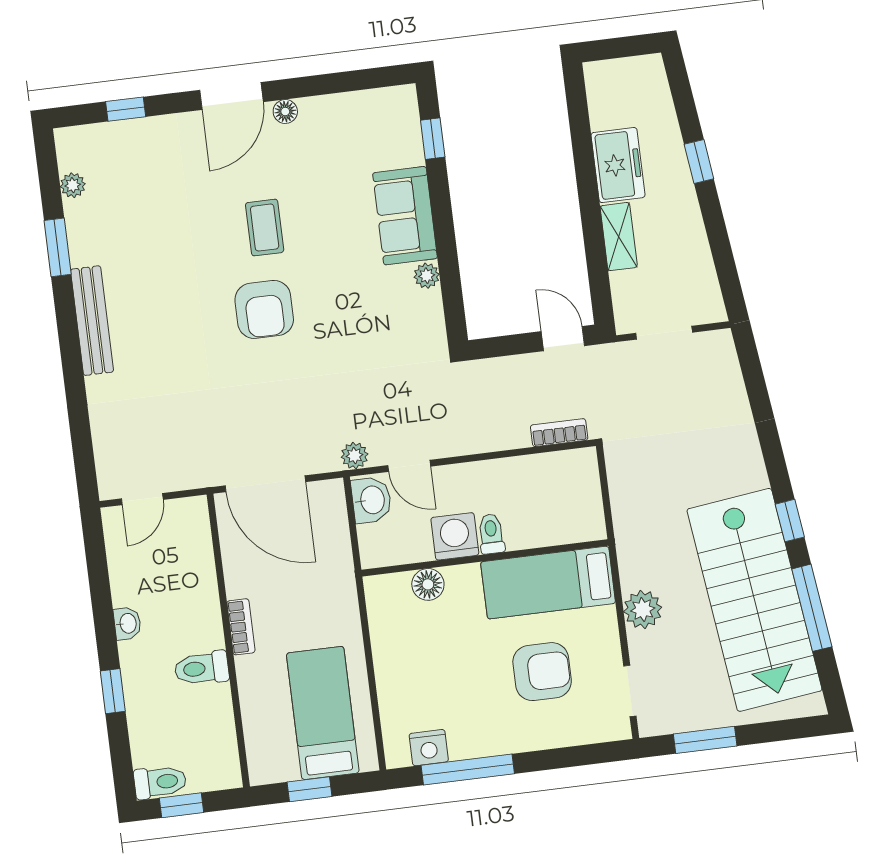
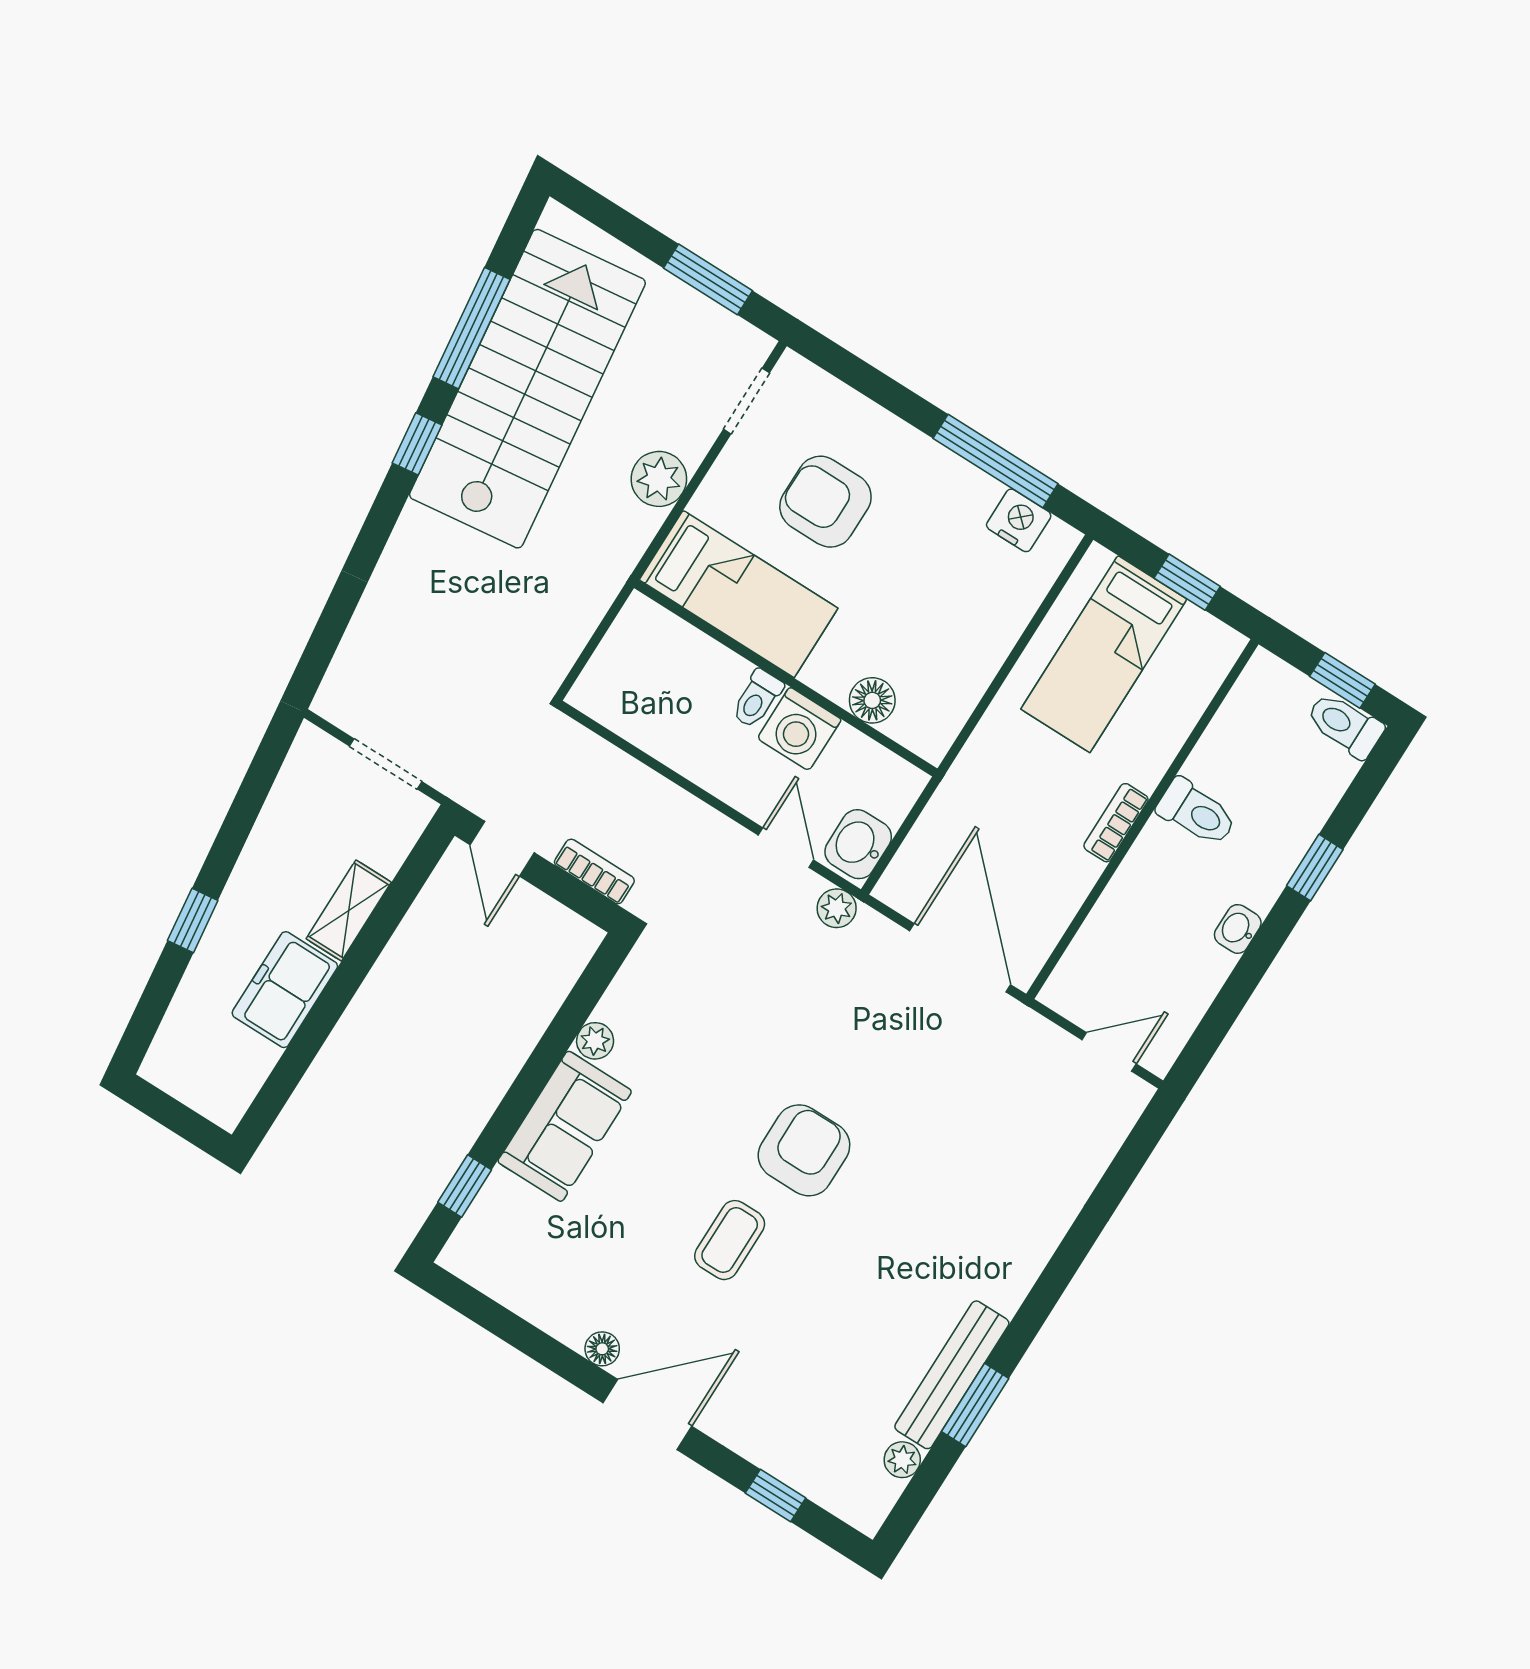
bench: (92, 321) -> (952, 1375), moved
bookcase: (559, 433) -> (594, 871), moved, turned 180

